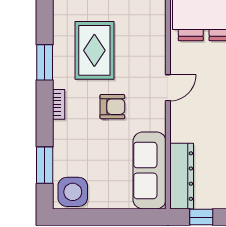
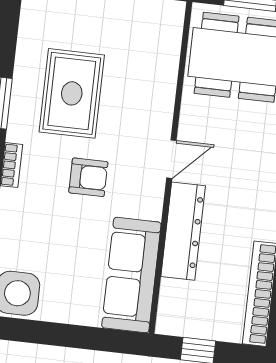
dresser: (182, 176) -> (183, 231), moved

